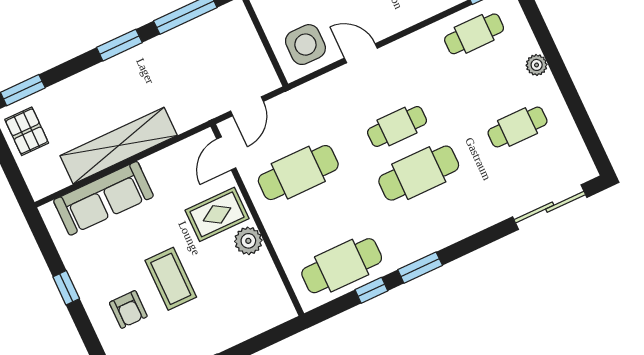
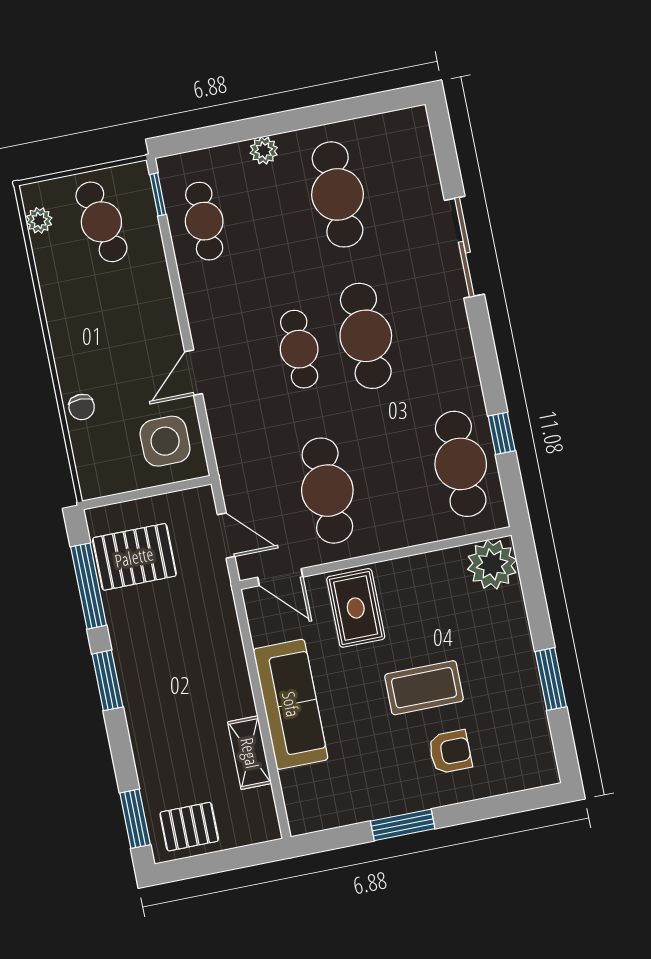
pallet: (215, 43) -> (134, 557), added
cafe table: (517, 127) -> (338, 194), width x1.37, depth x1.35
shelving: (119, 146) -> (250, 753), width x0.45, depth x0.75
sofa: (103, 198) -> (291, 704), moved
sliding door: (550, 207) -> (464, 247), moved
plant: (248, 241) -> (492, 564), moved, width x1.36, depth x1.36
window: (420, 268) -> (488, 364), removed
window: (66, 288) -> (403, 825), width x1.50

